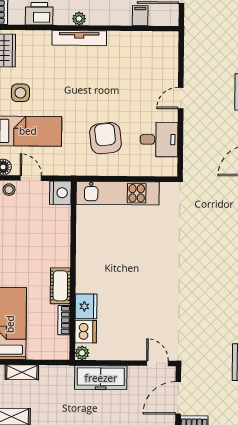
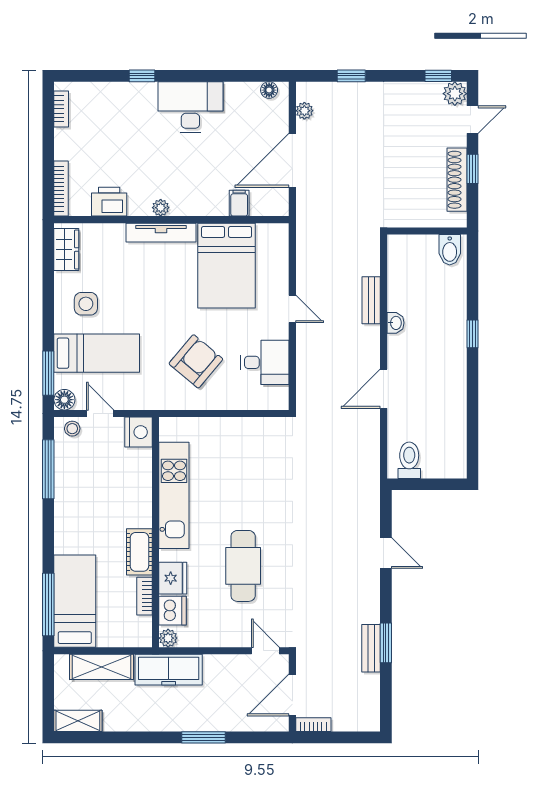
bed: (130, 64) -> (227, 266), added
door: (181, 98) -> (292, 309), swing flipped
armchair: (105, 138) -> (196, 361), turned 47
kitchen unit: (118, 193) -> (174, 495), moved, turned -90
cafe table: (141, 297) -> (243, 566), added
shelving: (22, 372) -> (102, 667), width x1.50, depth x1.33
freezer: (101, 378) -> (169, 670), moved

